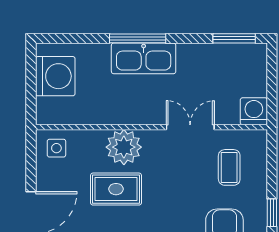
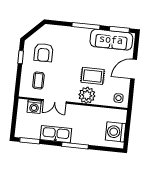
kitchen sink: (144, 58) -> (56, 134), moved
washing machine: (254, 111) -> (34, 107), moved

